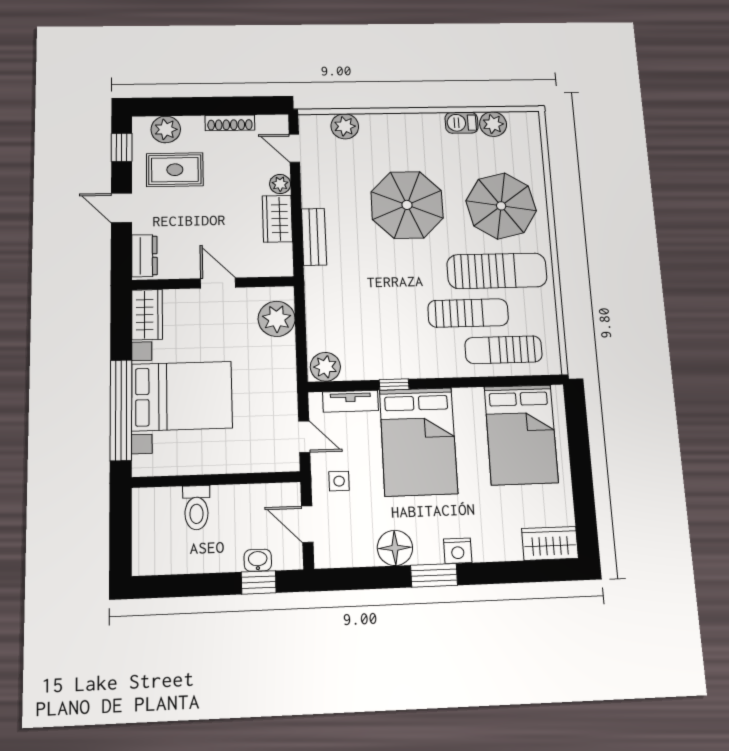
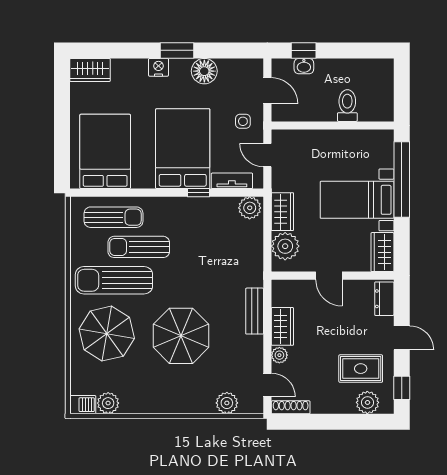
shoe rack: (230, 123) -> (291, 407), moved
barbecue: (462, 123) -> (83, 405), moved
wardrobe: (282, 363) -> (282, 212), added
bed with nightstands: (182, 396) -> (357, 200), width x0.73

